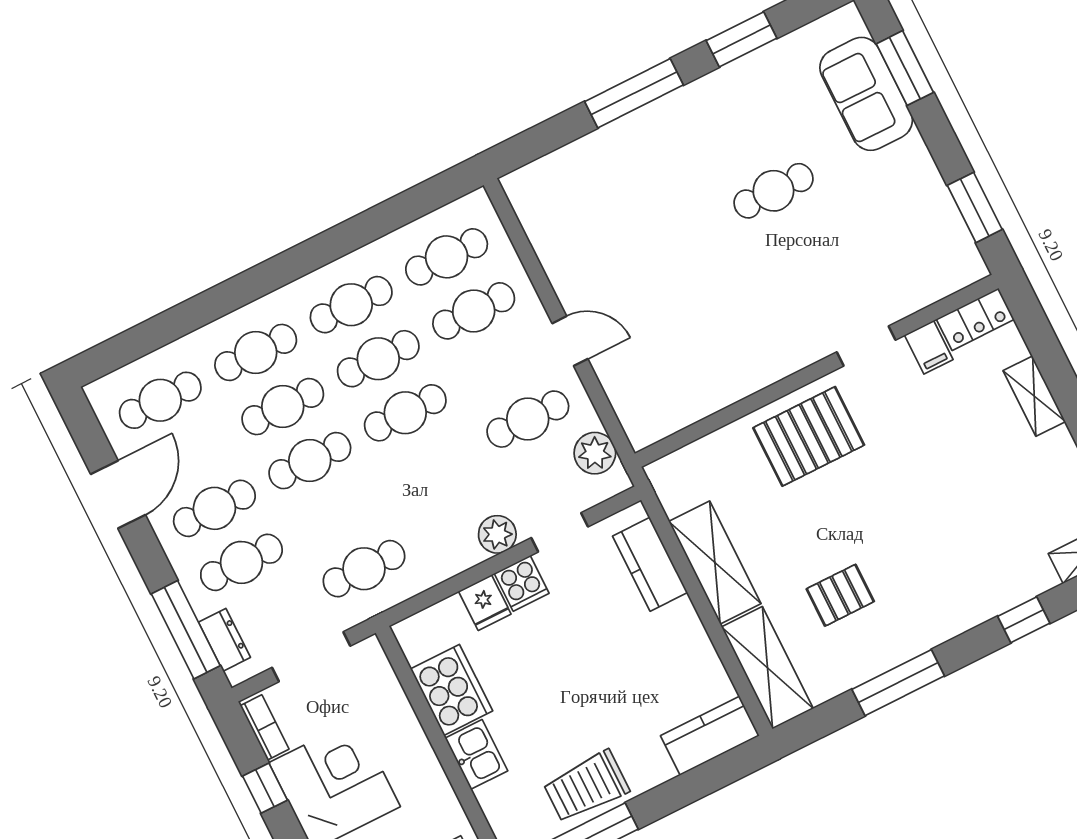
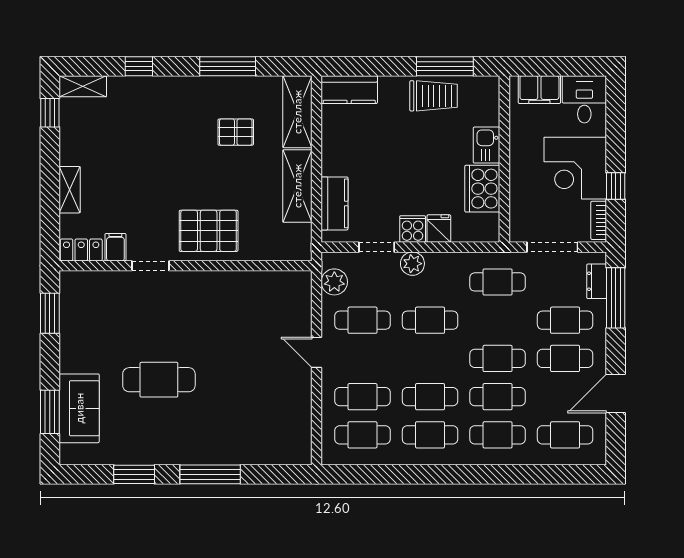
cafe table: (773, 191) -> (159, 380), width x1.37, depth x1.35
cafe table: (405, 413) -> (430, 320), moved

